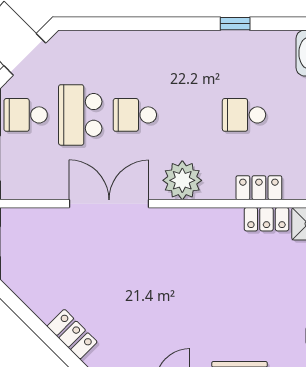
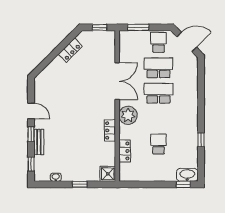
school desk: (135, 115) -> (158, 93), width x1.85
locker: (266, 219) -> (110, 130), moved
locker: (72, 334) -> (70, 50), moved

